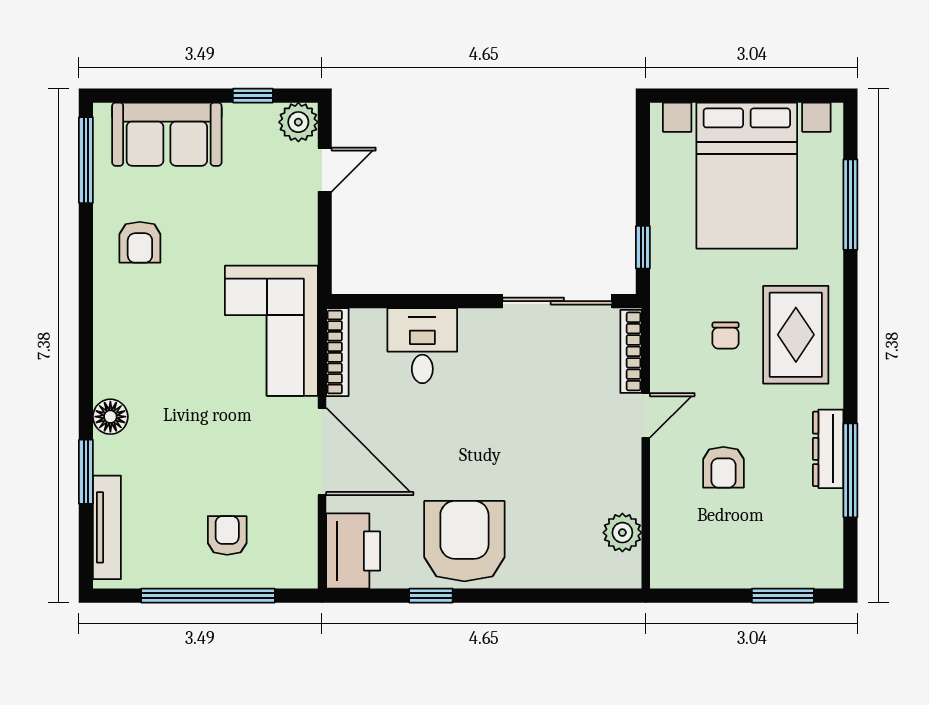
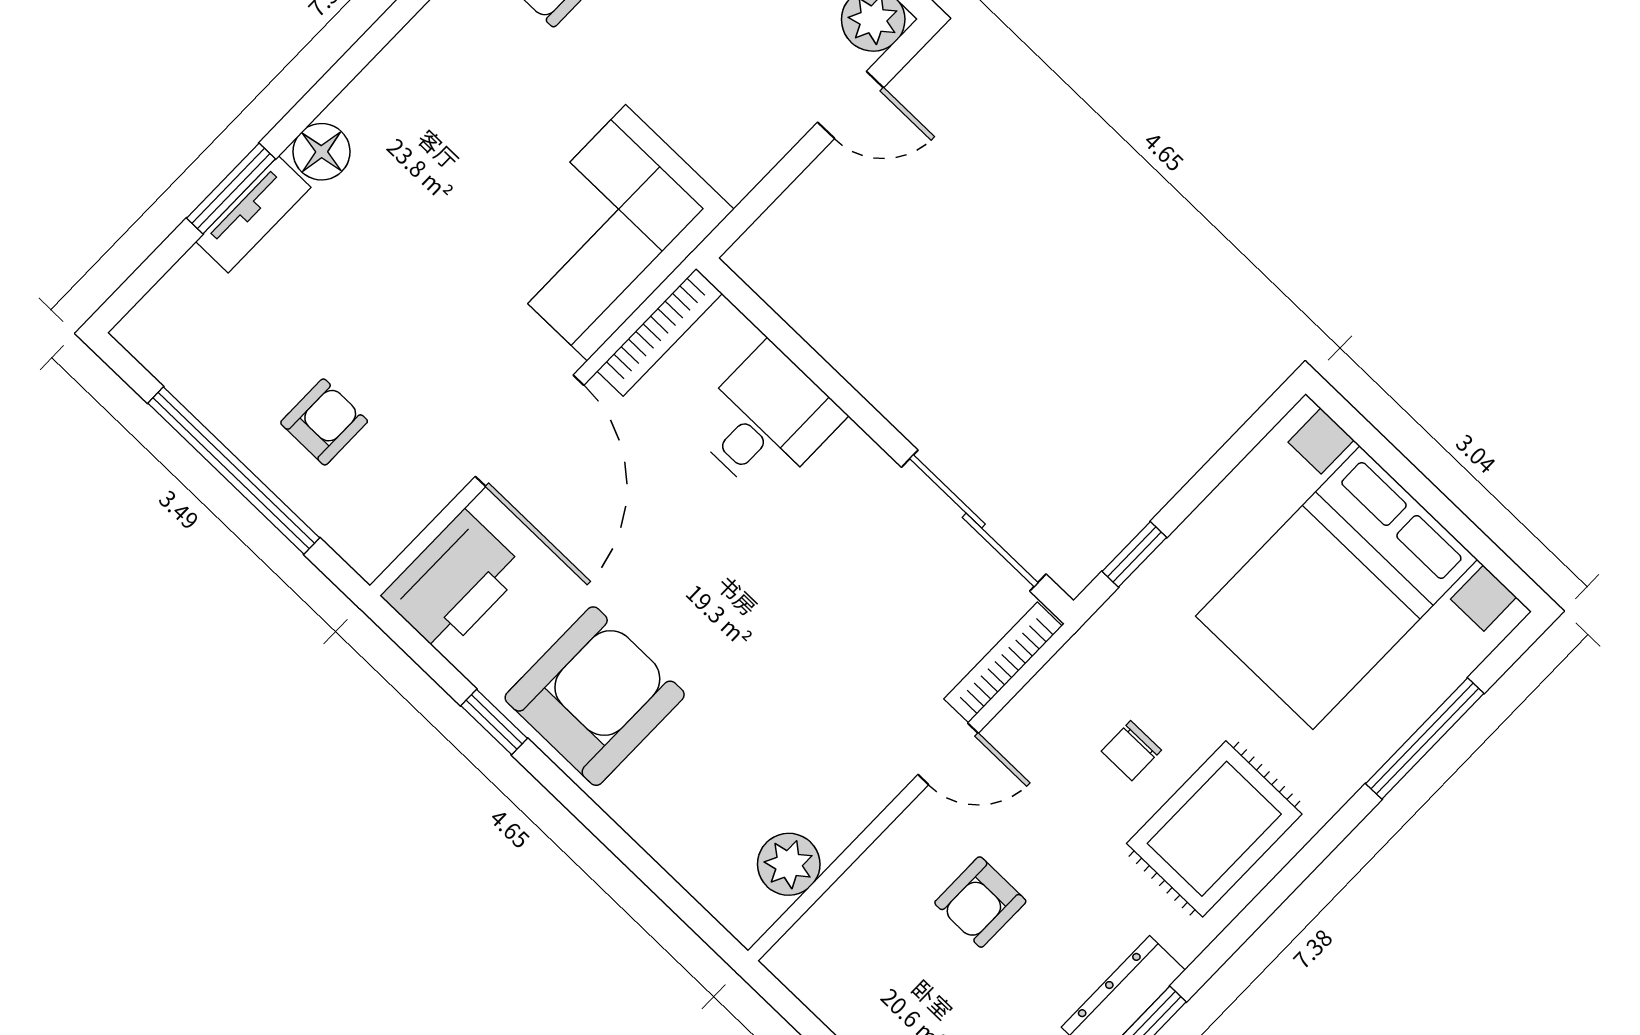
tv unit: (107, 527) -> (253, 214), moved, width x0.71

